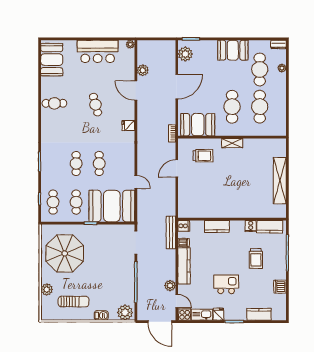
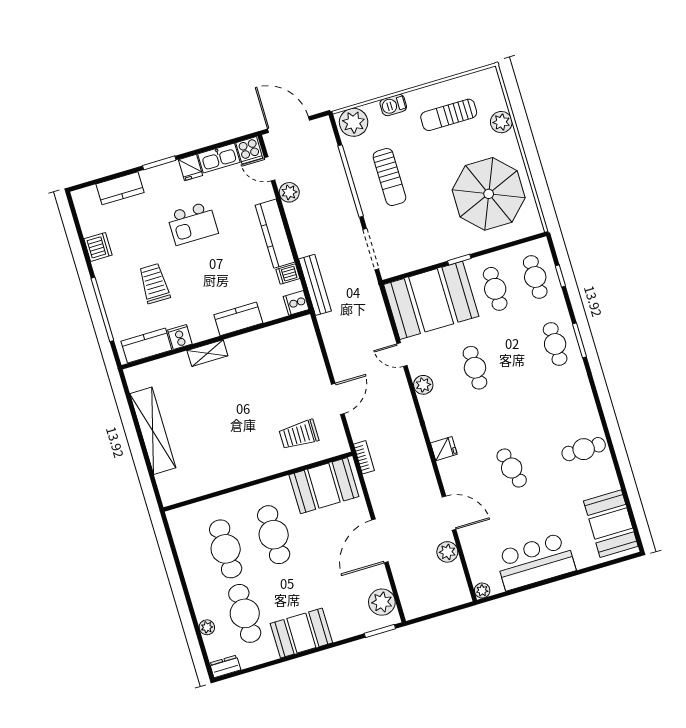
shelving: (232, 143) -> (207, 353), moved
cafe table: (76, 163) -> (555, 344), moved
plant: (129, 163) -> (423, 385), added
sun lounger: (115, 278) -> (389, 177), added

